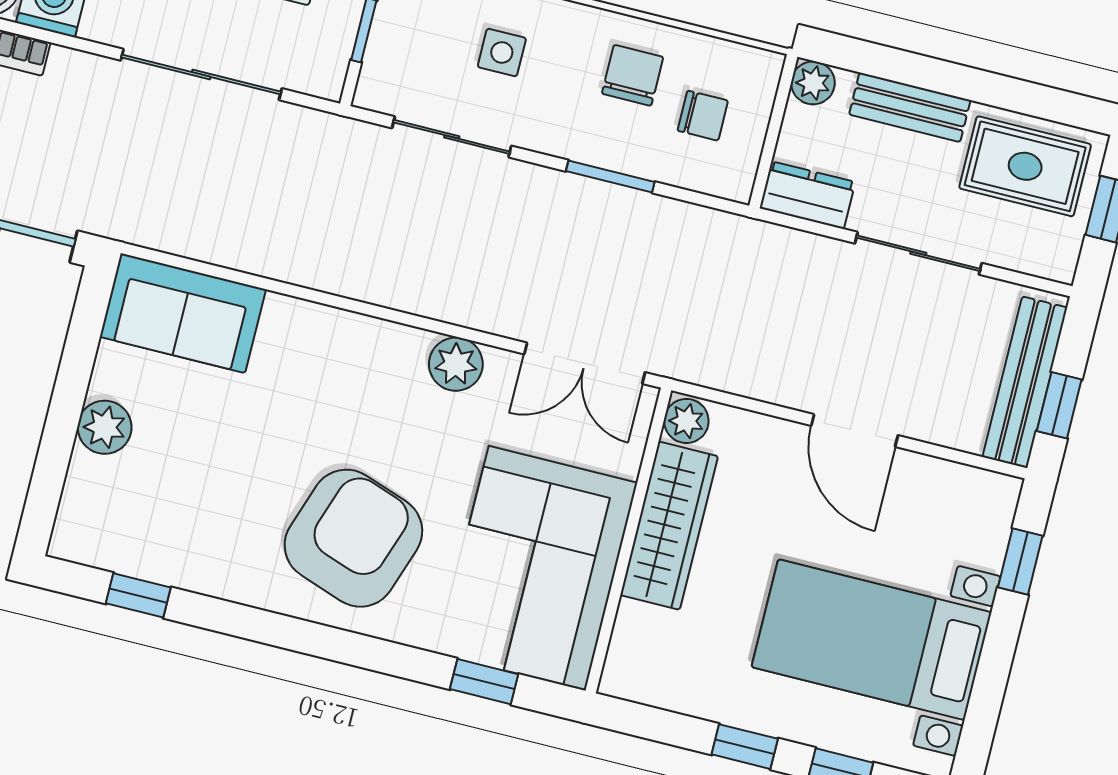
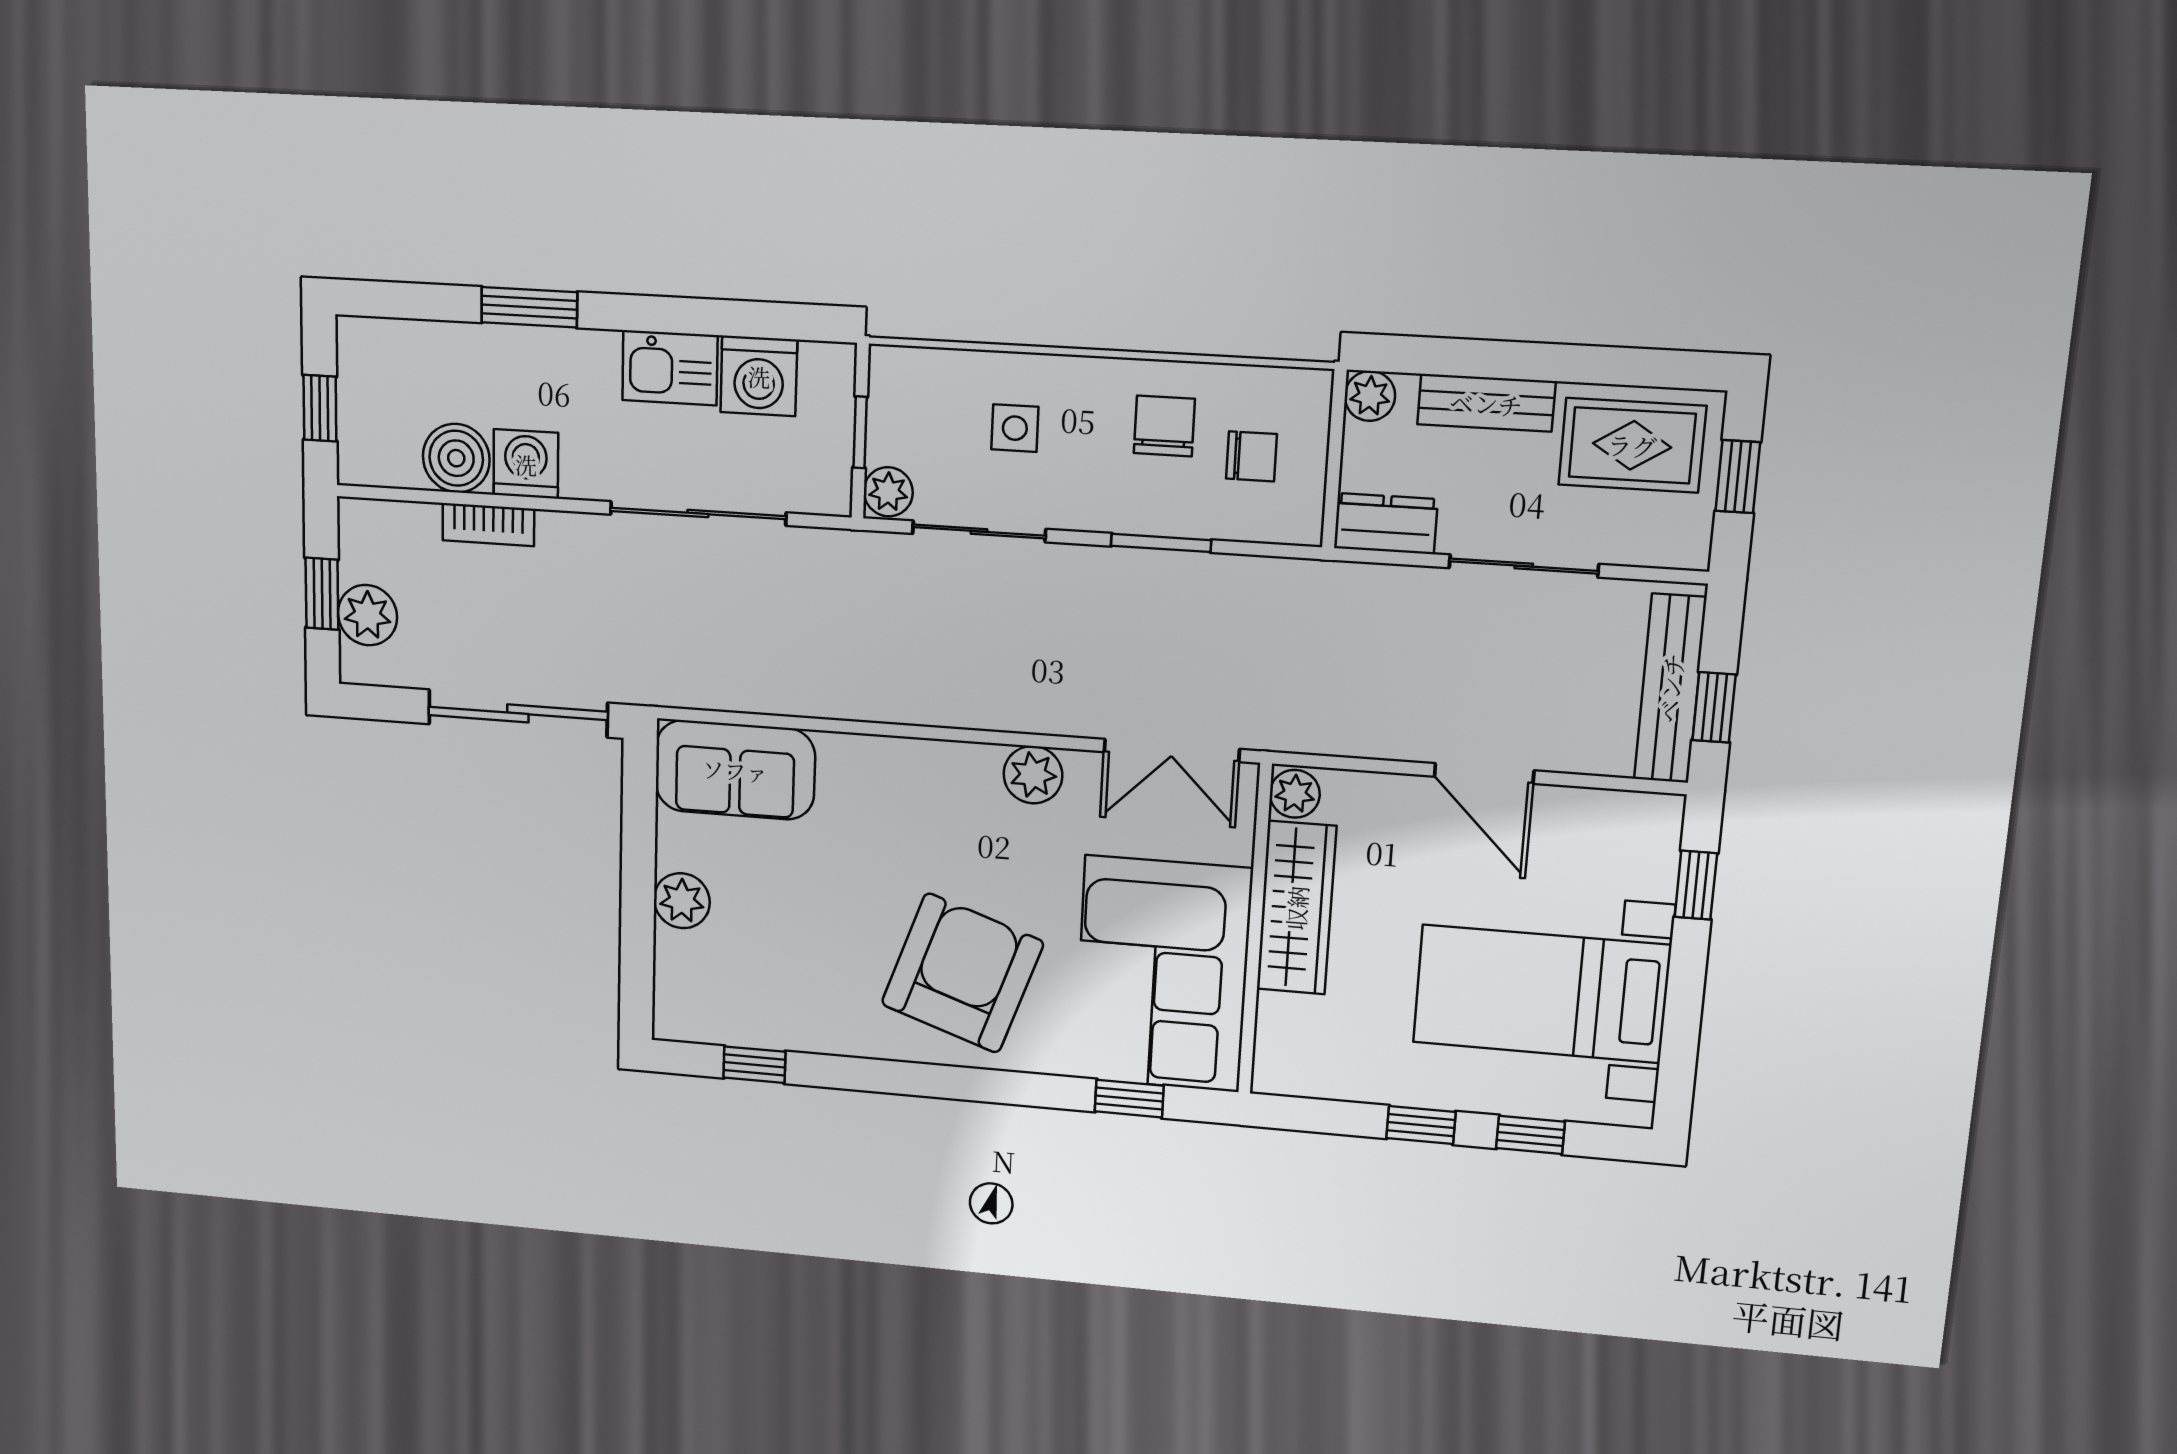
plant: (378, 87) -> (888, 492), added

